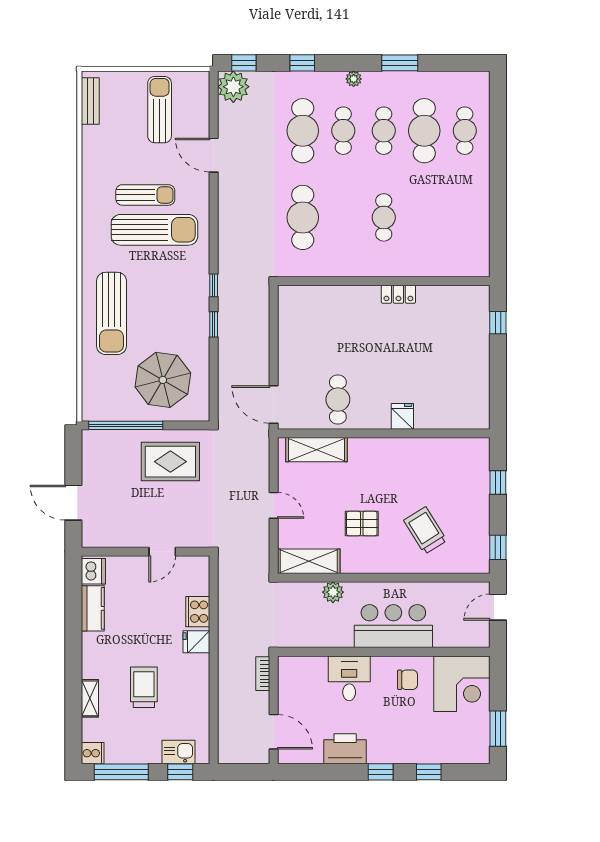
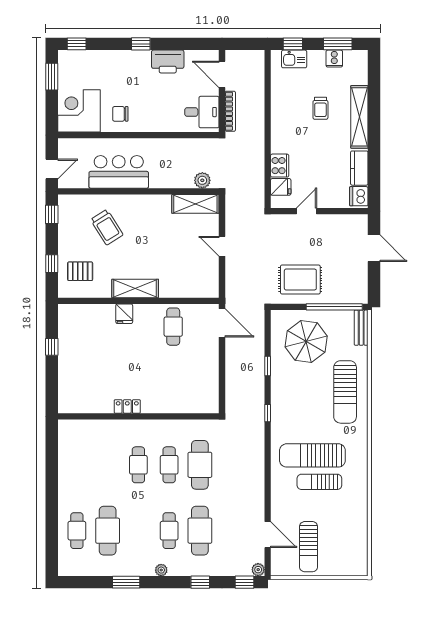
plant: (233, 87) -> (258, 570), width x0.53, depth x0.53
bench: (90, 101) -> (361, 328), moved
cafe table: (384, 131) -> (169, 465), moved
door: (214, 155) -> (268, 535), moved
sun lounger: (111, 313) -> (345, 392), turned 180
window: (498, 323) -> (52, 347), moved
window: (214, 324) -> (268, 366), moved
shelving: (317, 450) -> (135, 288), moved
pallet: (362, 524) -> (80, 271), moved
plant: (333, 592) -> (202, 180), moved
bar counter: (393, 626) -> (119, 172), moved, turned 180
fridge: (196, 642) -> (281, 187), moved
bookcase: (263, 674) -> (230, 111), width x1.56
desk: (349, 678) -> (202, 112), moved, turned -90
trolley: (144, 687) -> (320, 108), width x0.73, depth x0.72
shelving: (90, 698) -> (359, 117), width x2.20, depth x1.33
cooker: (93, 753) -> (334, 59), moved, turned -90
window: (121, 772) -> (338, 44), width x0.69
window: (429, 772) -> (77, 44), moved

